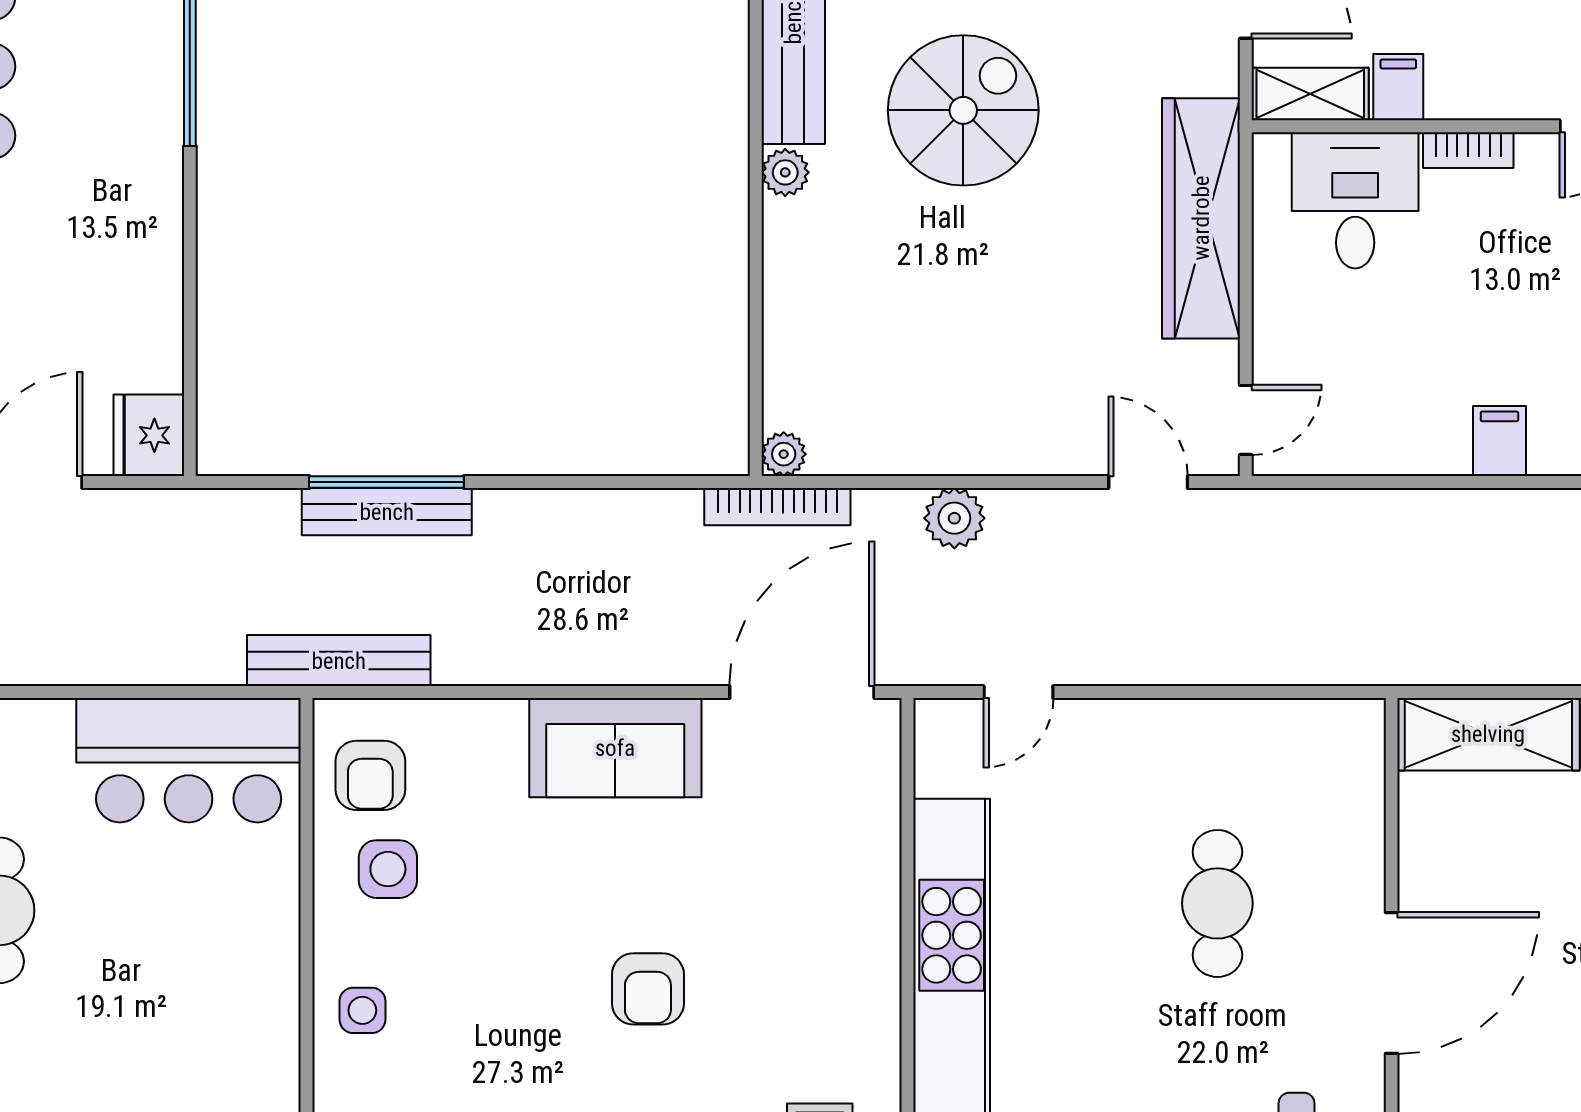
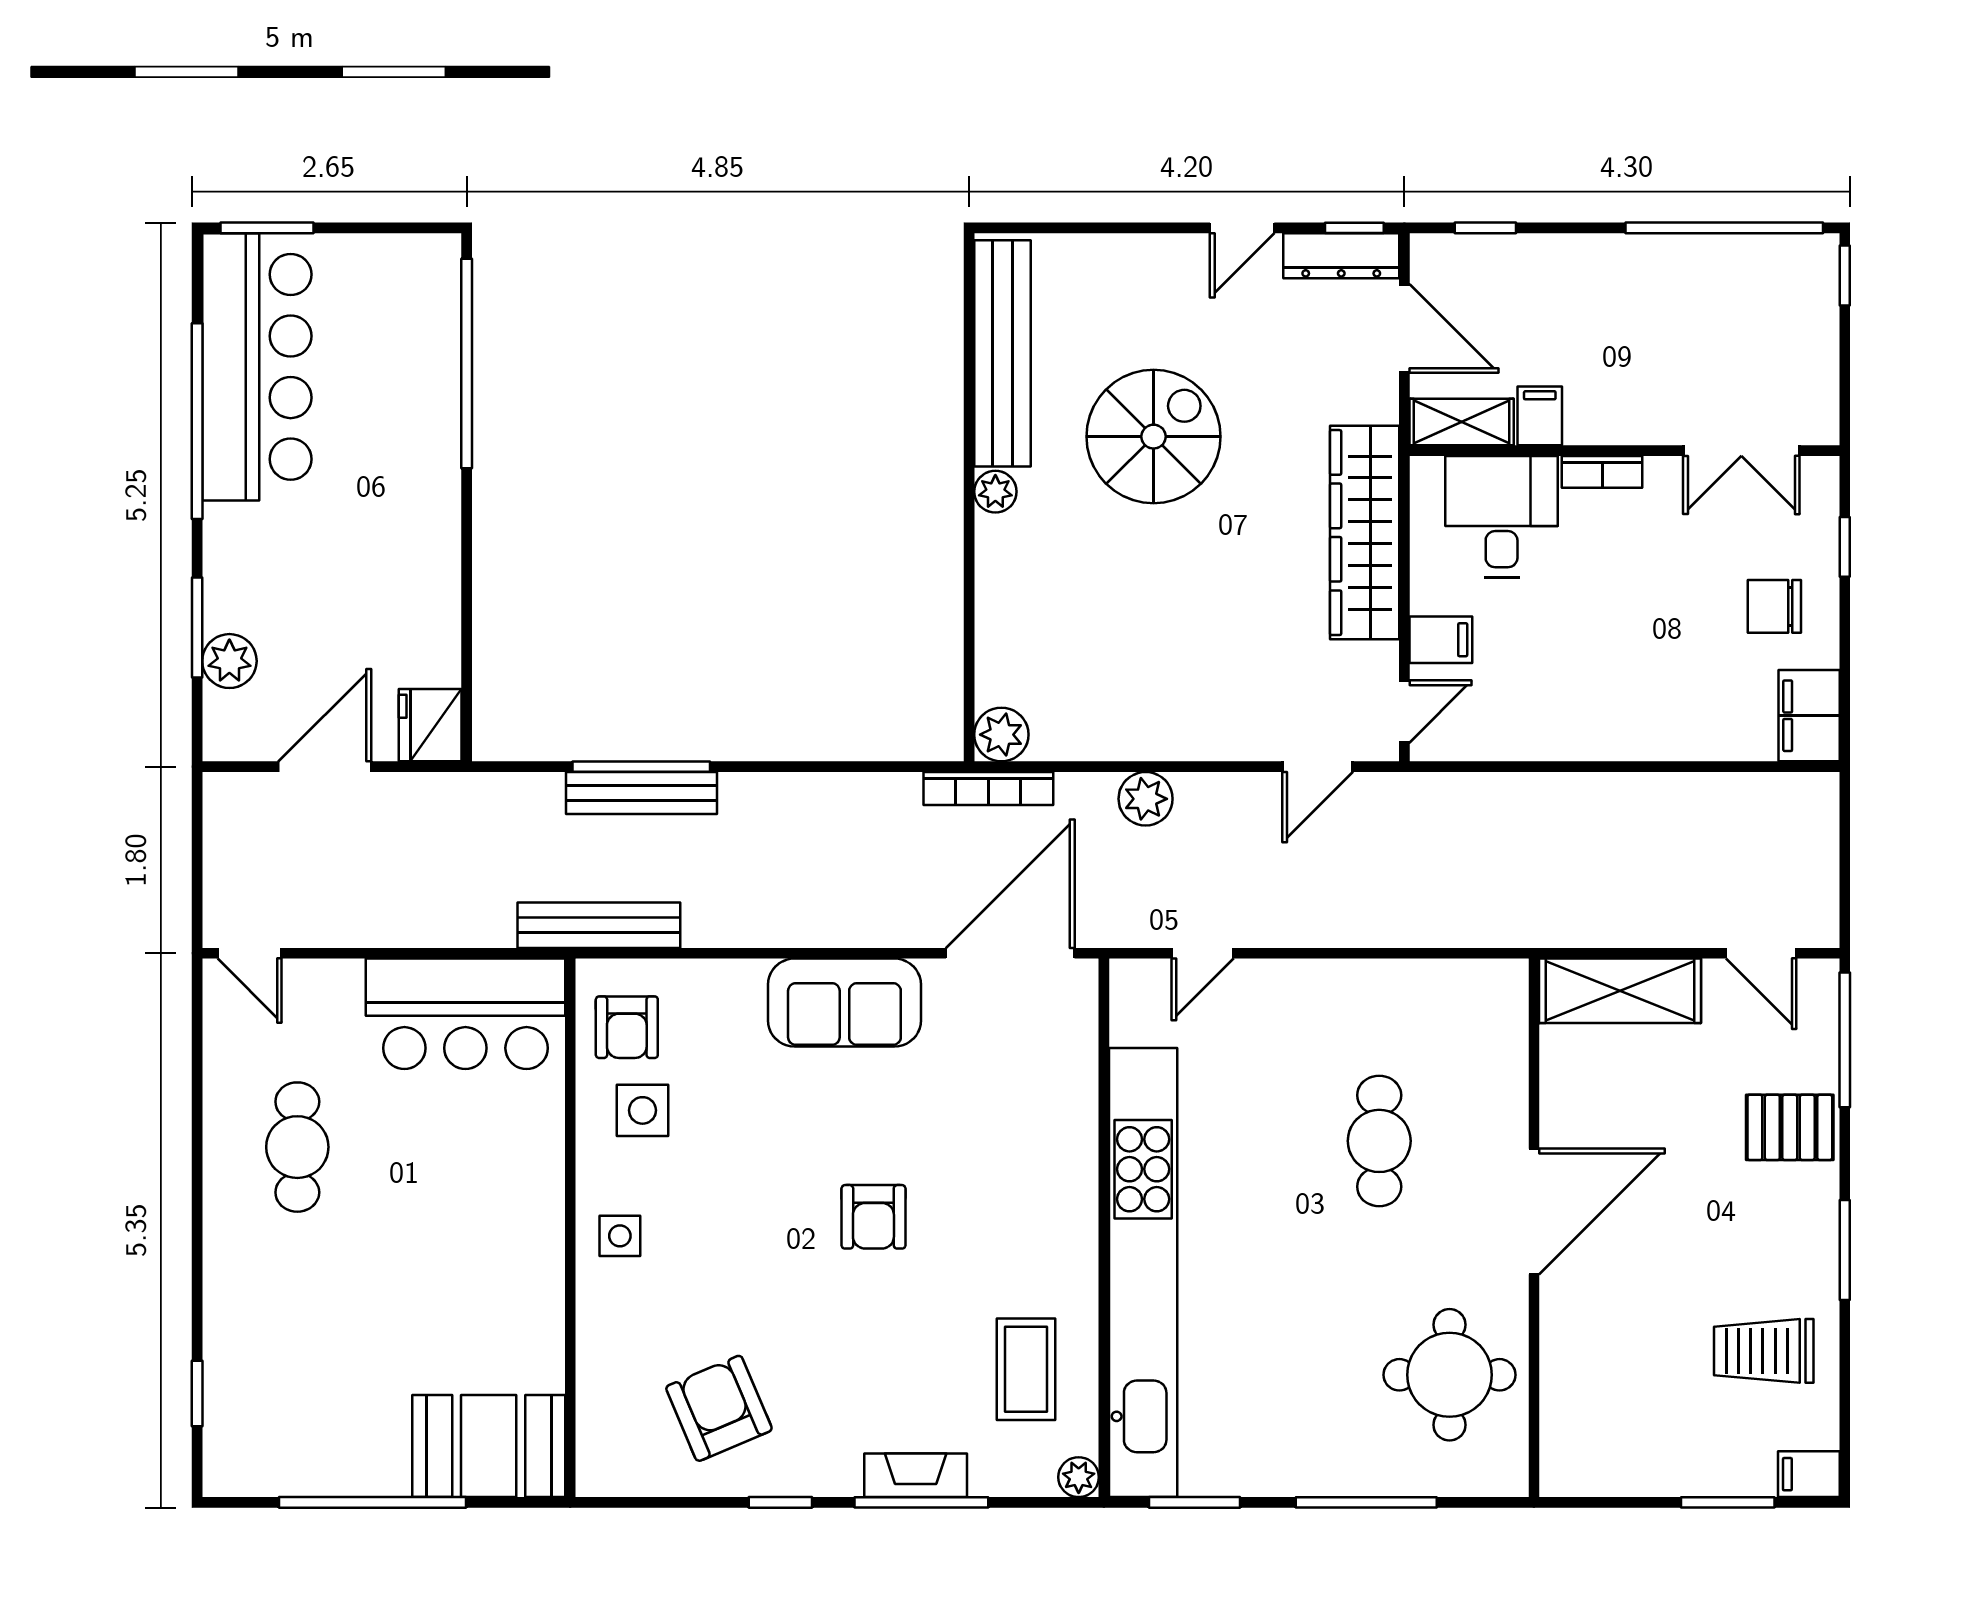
filing cabinet: (1499, 441) -> (1441, 640), moved, turned 90
plant: (784, 454) -> (1001, 735), width x1.38, depth x1.38
door: (1148, 482) -> (1318, 767), swing flipped

